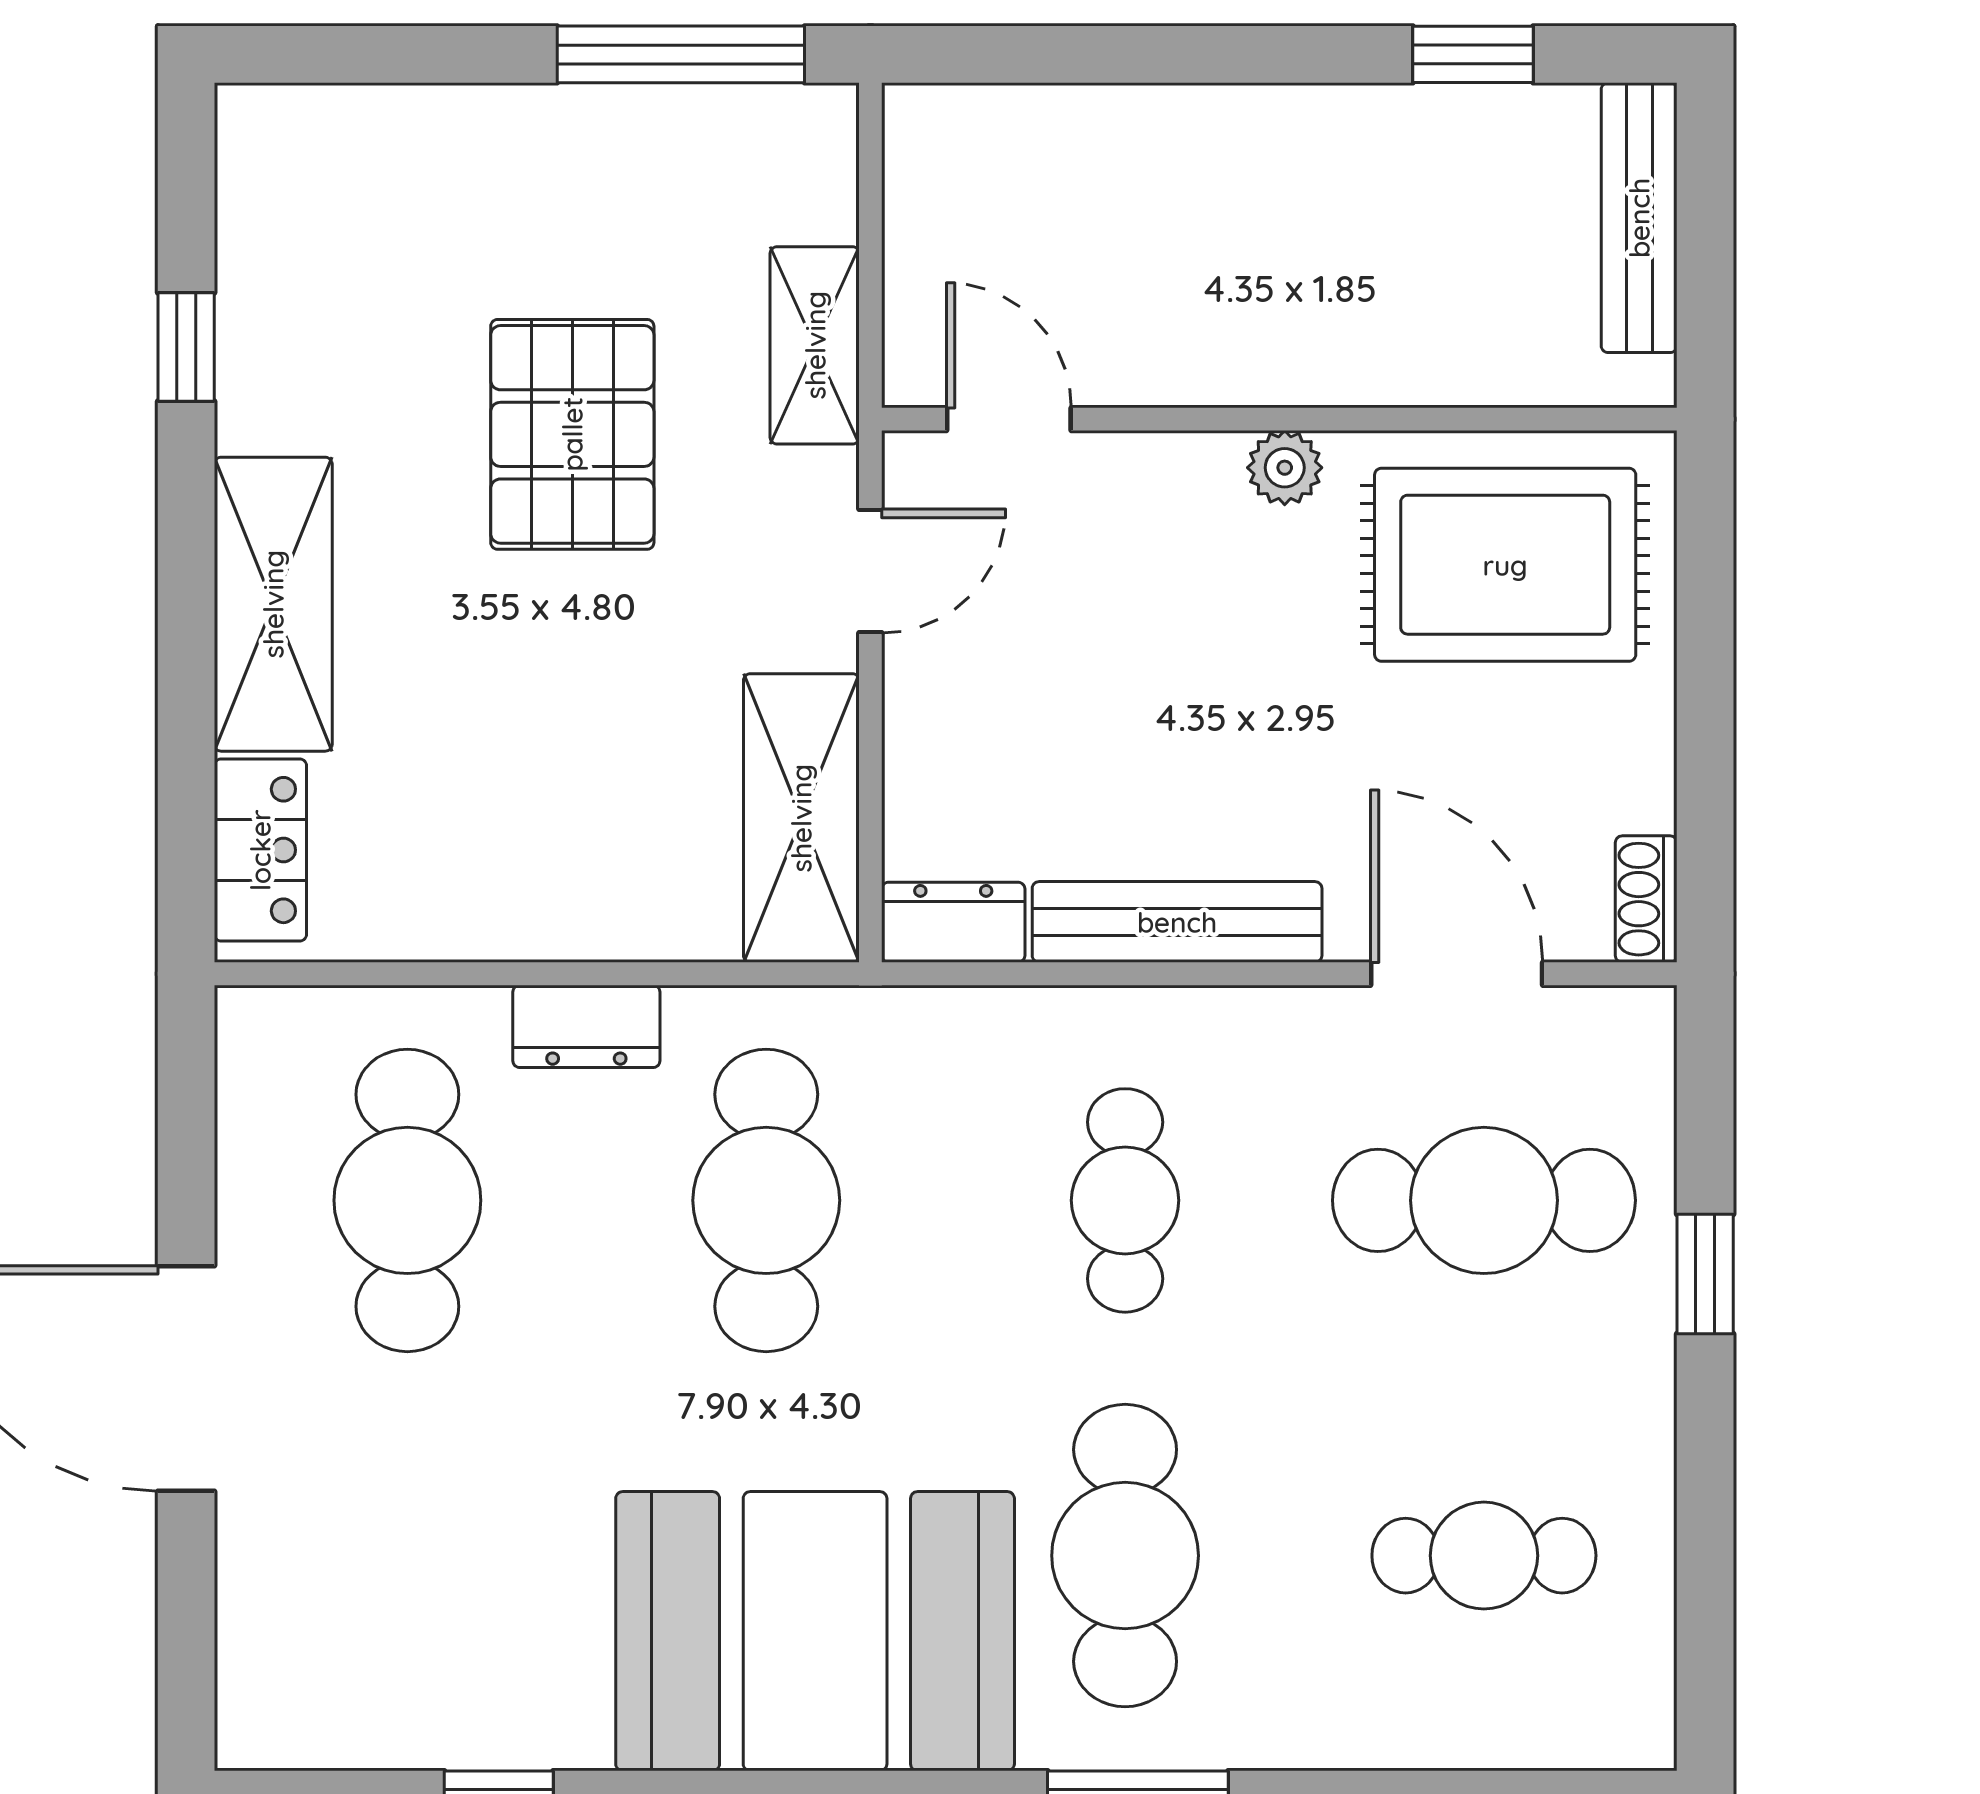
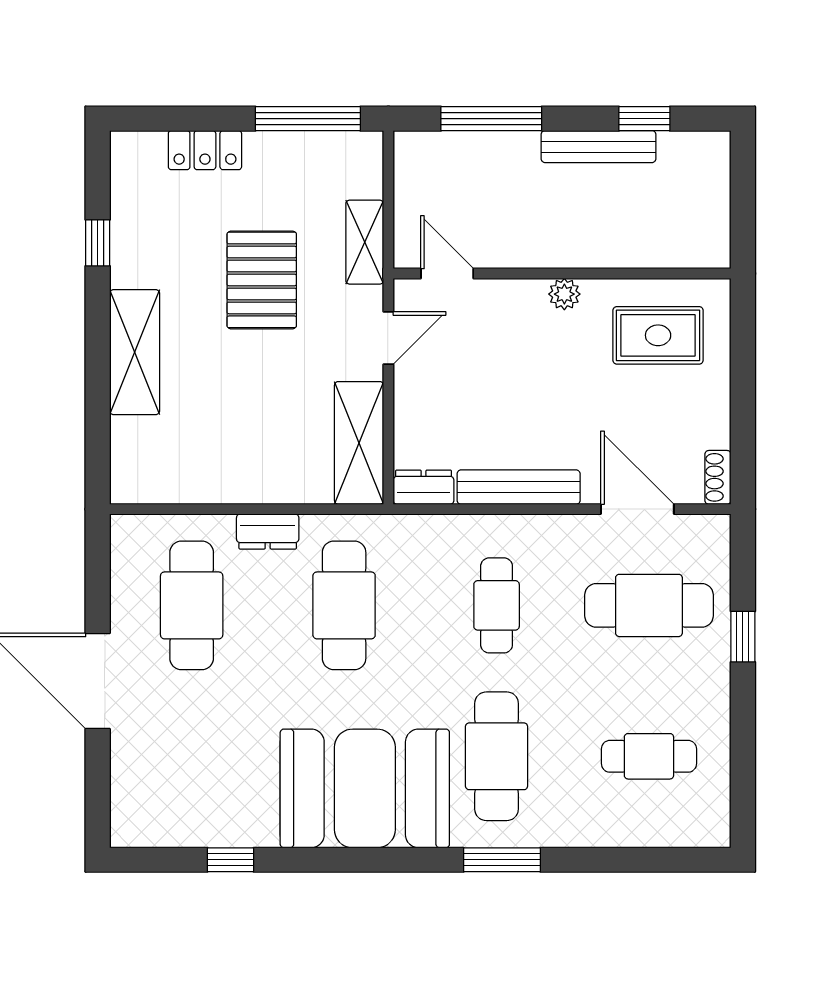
window: (1113, 54) -> (491, 119), added
bench: (1639, 218) -> (599, 147), moved, turned 90
rug: (1505, 565) -> (658, 335), width x0.73, depth x0.70
locker: (260, 850) -> (205, 150), moved, turned 90

